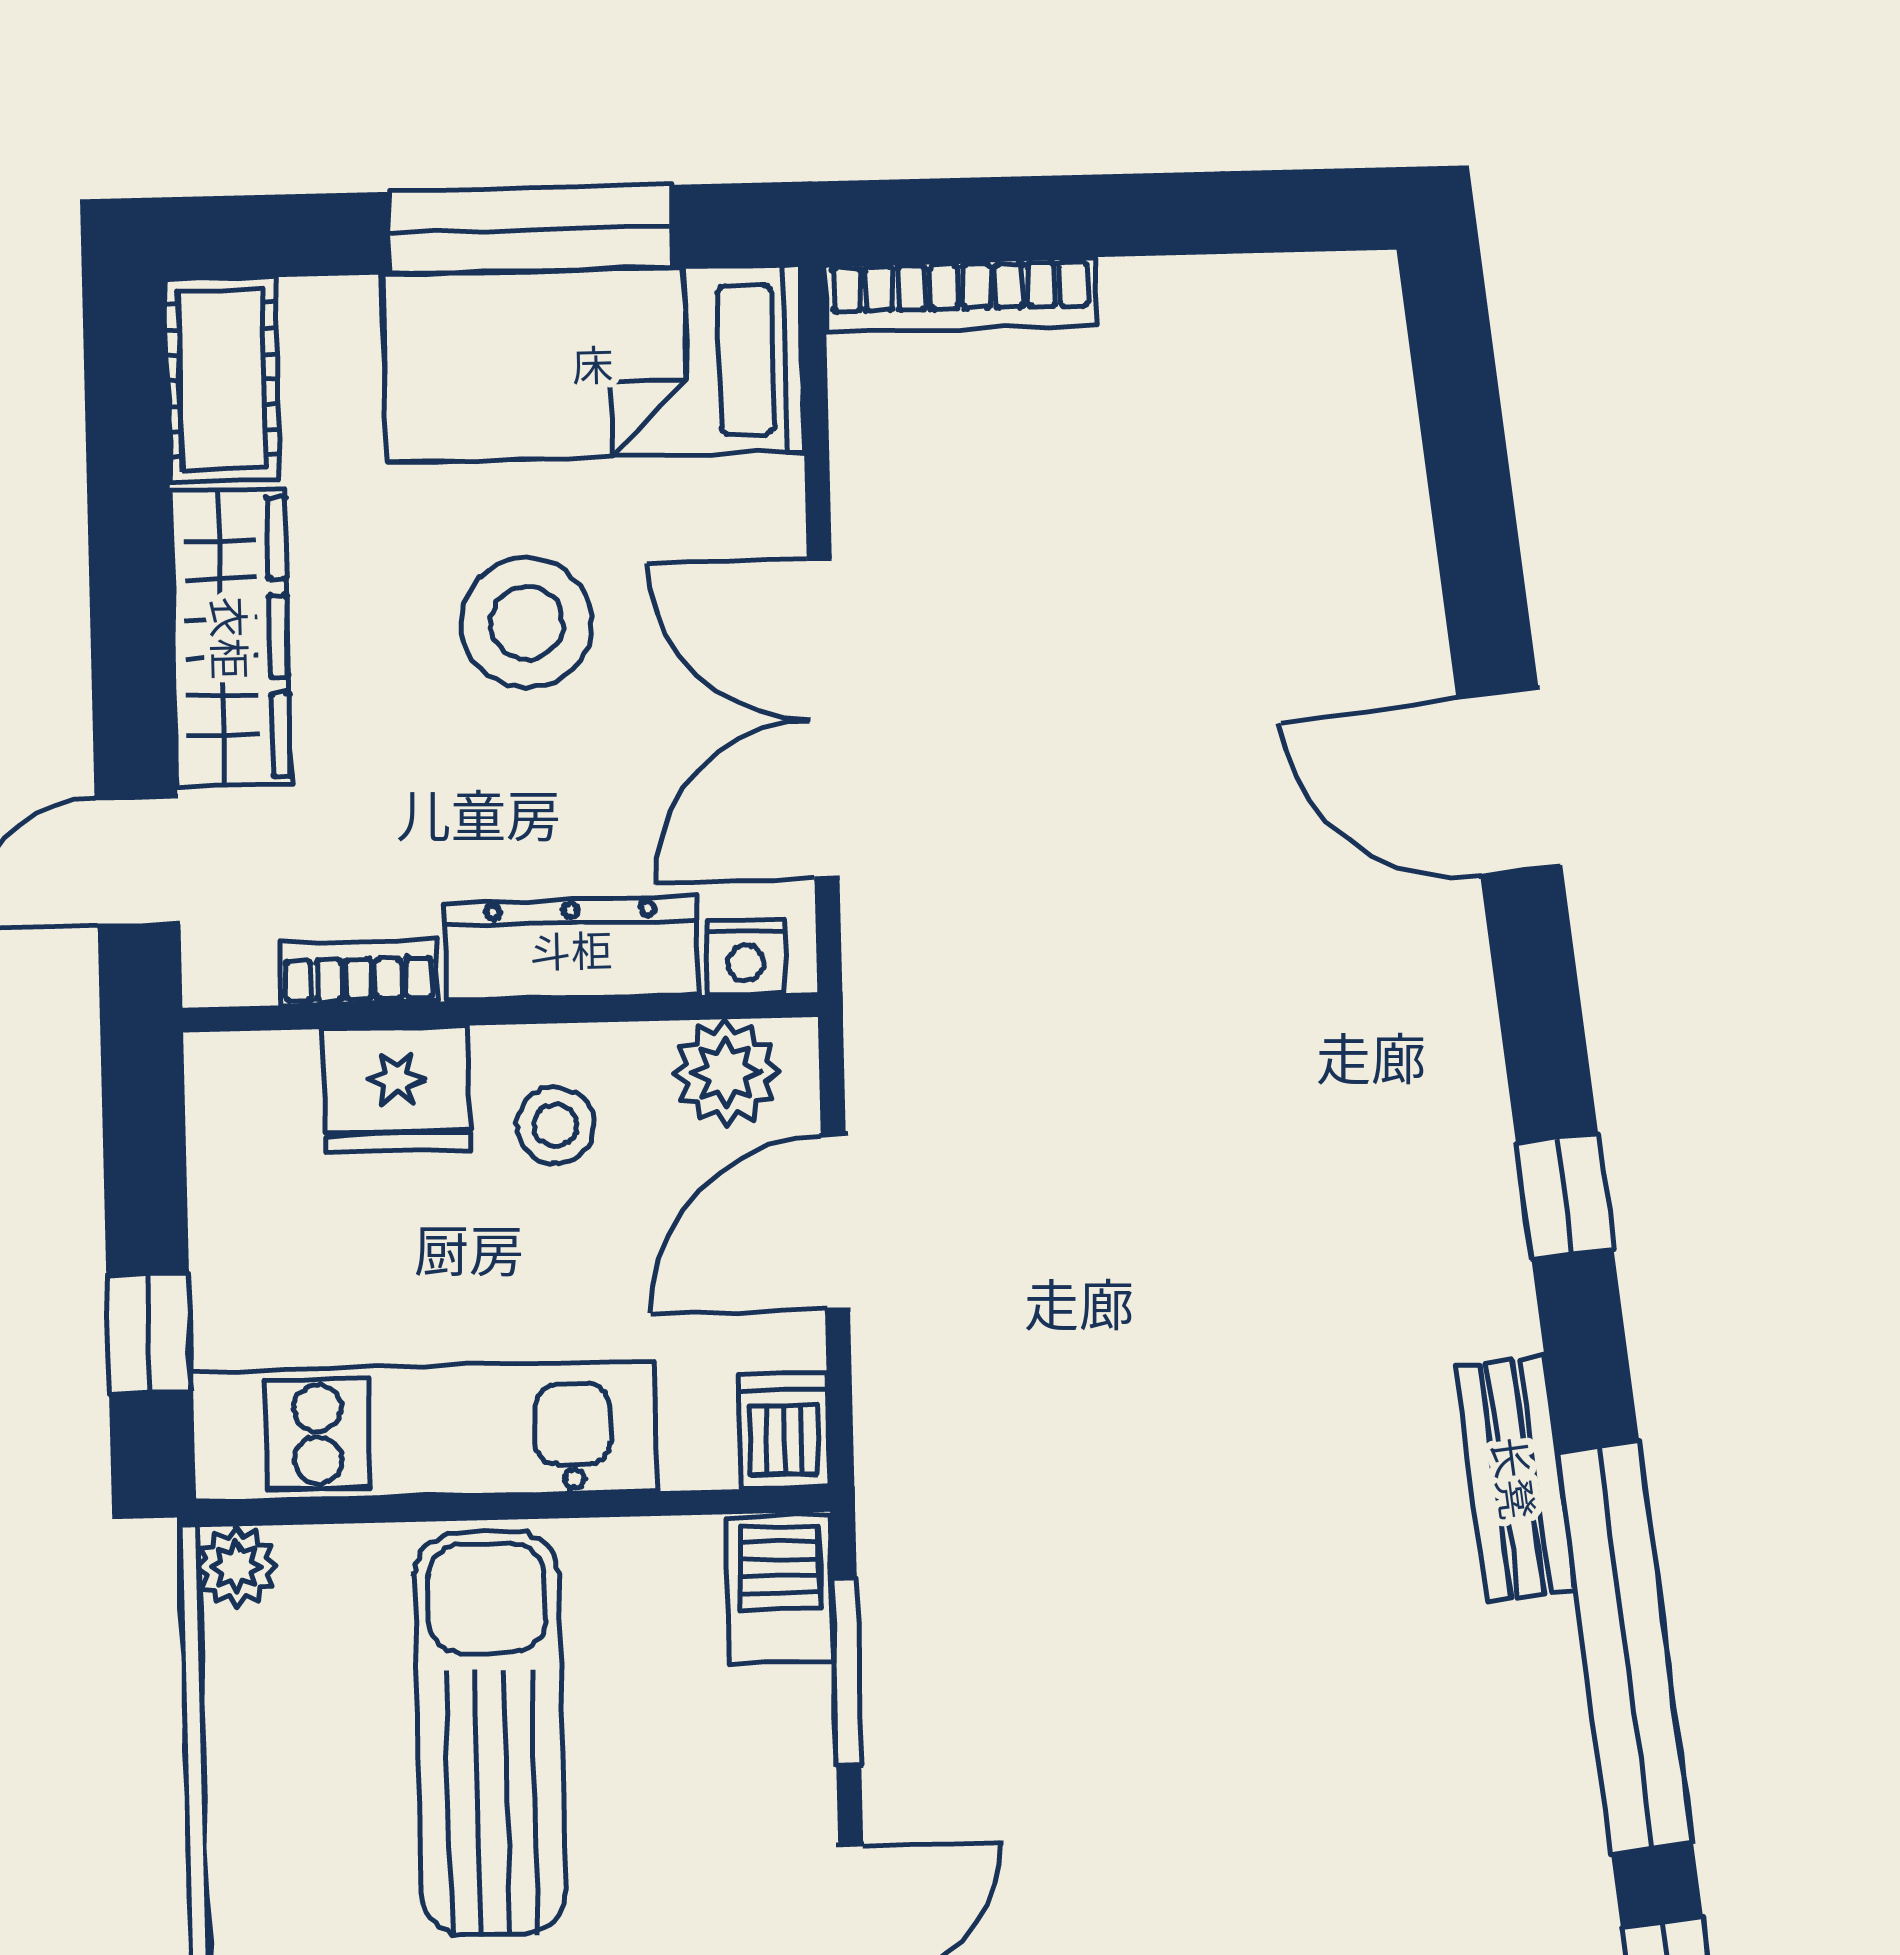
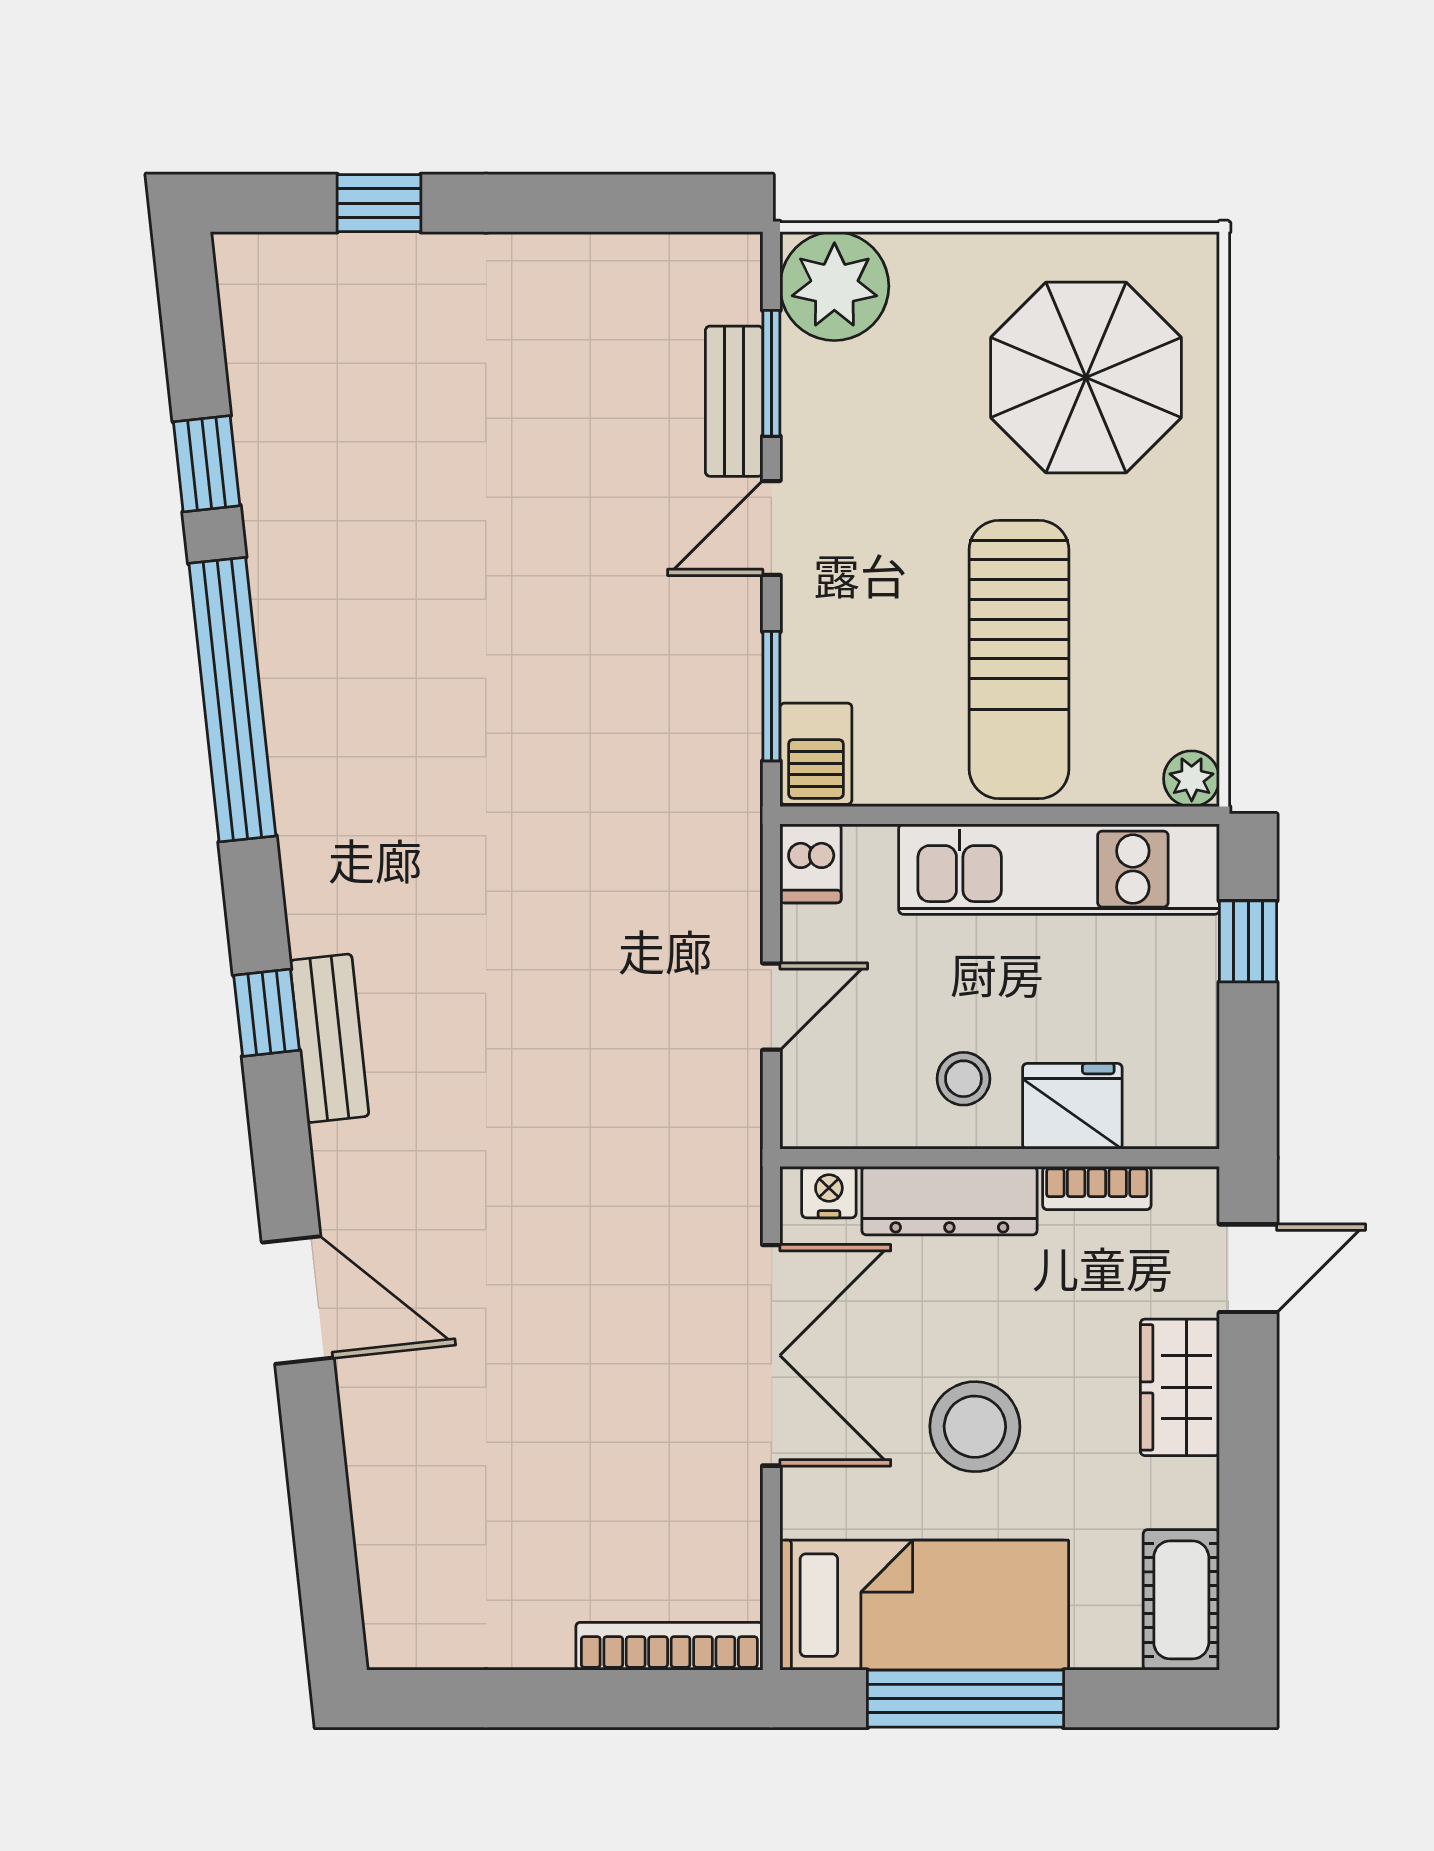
wardrobe: (231, 638) -> (1180, 1387), width x0.67
plant: (726, 1073) -> (845, 1112), removed
door: (835, 1223) -> (771, 1007), width x0.73
bench: (1515, 1478) -> (329, 1038), moved

